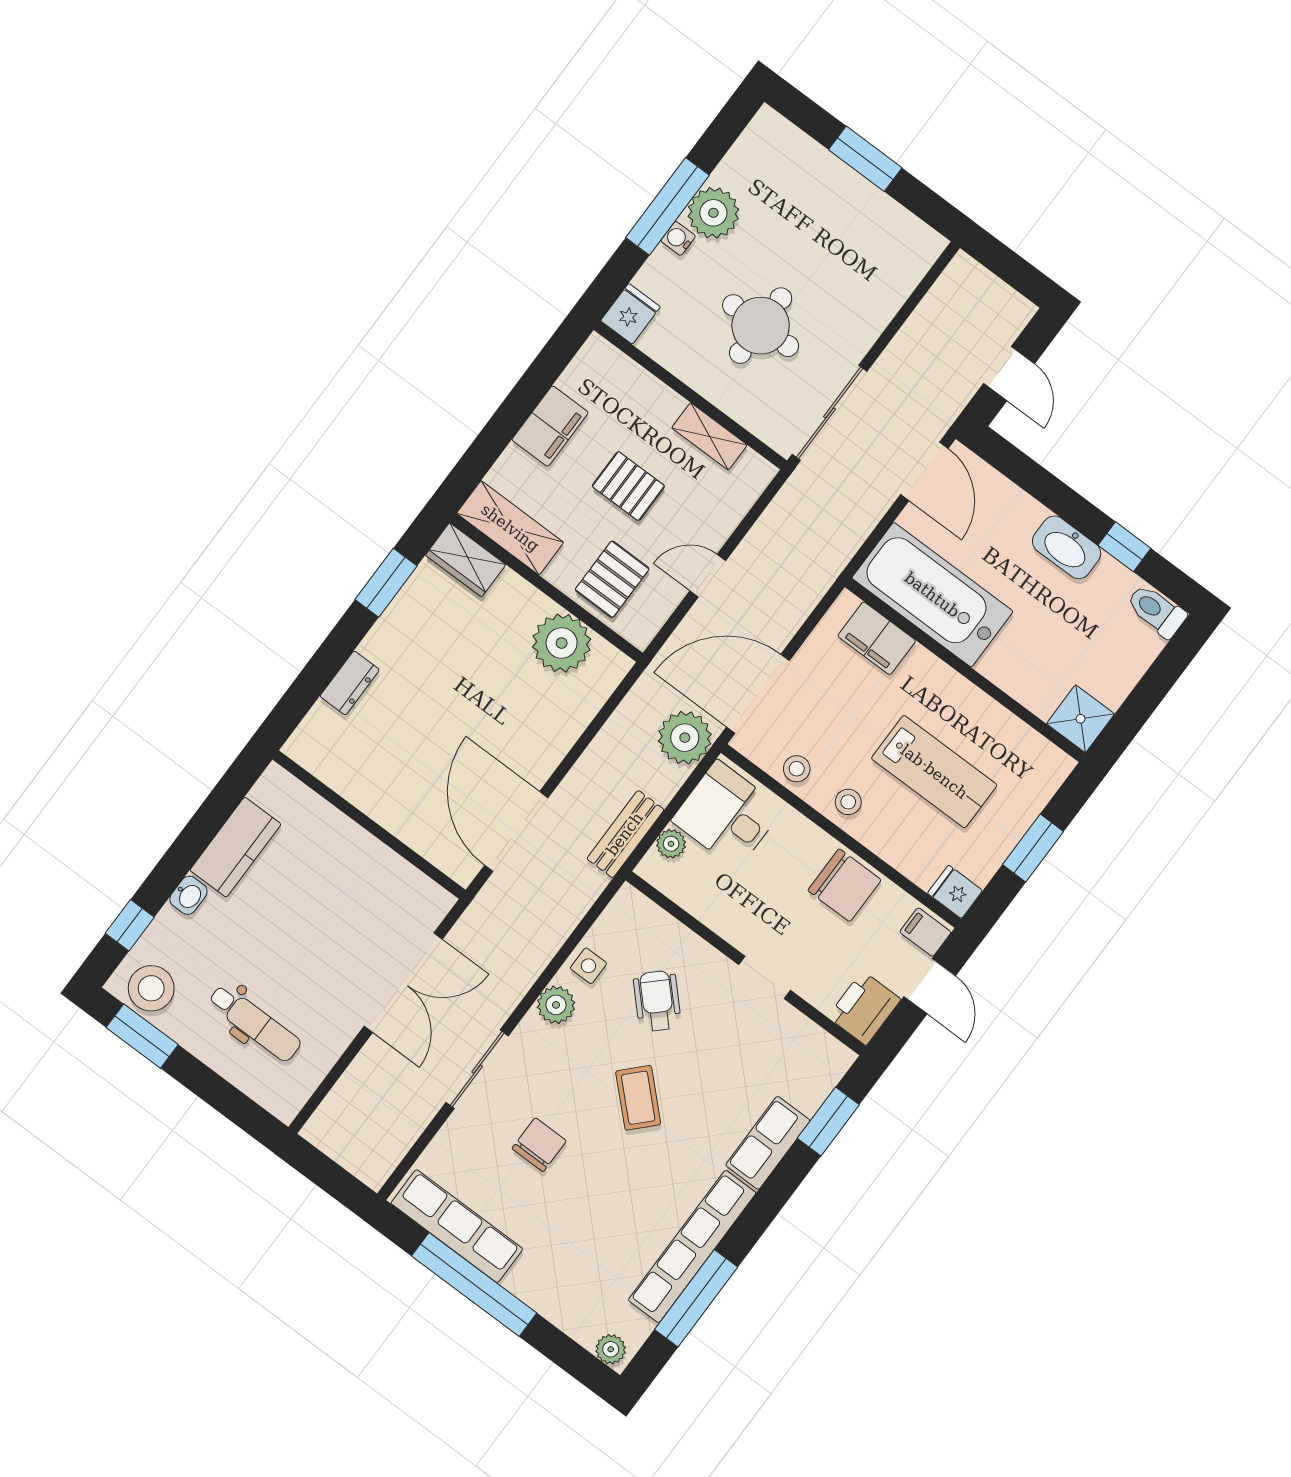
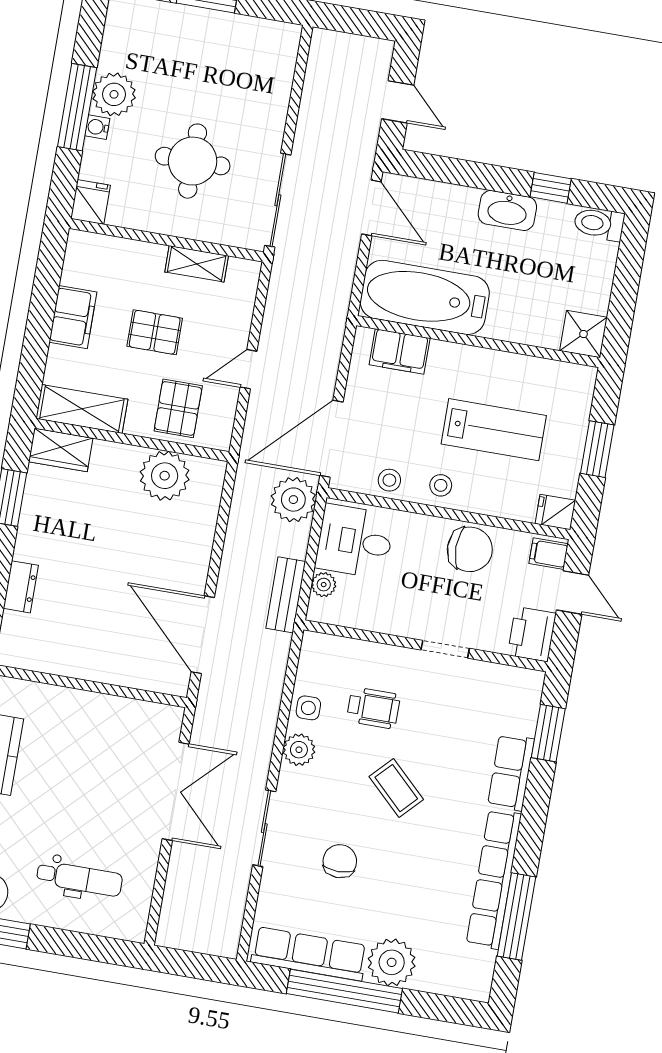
wheelchair: (657, 1001) -> (373, 708), turned 134
plant: (611, 1349) -> (392, 962), moved, width x1.87, depth x1.87

